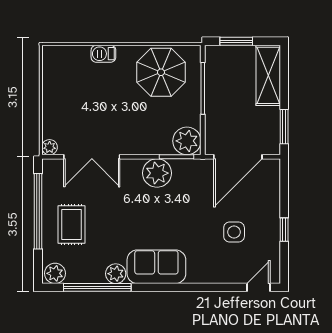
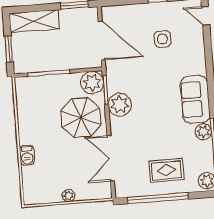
parasol: (161, 72) -> (81, 118), moved
plant: (50, 147) -> (68, 196), moved
double door: (92, 157) -> (111, 158), swing flipped

